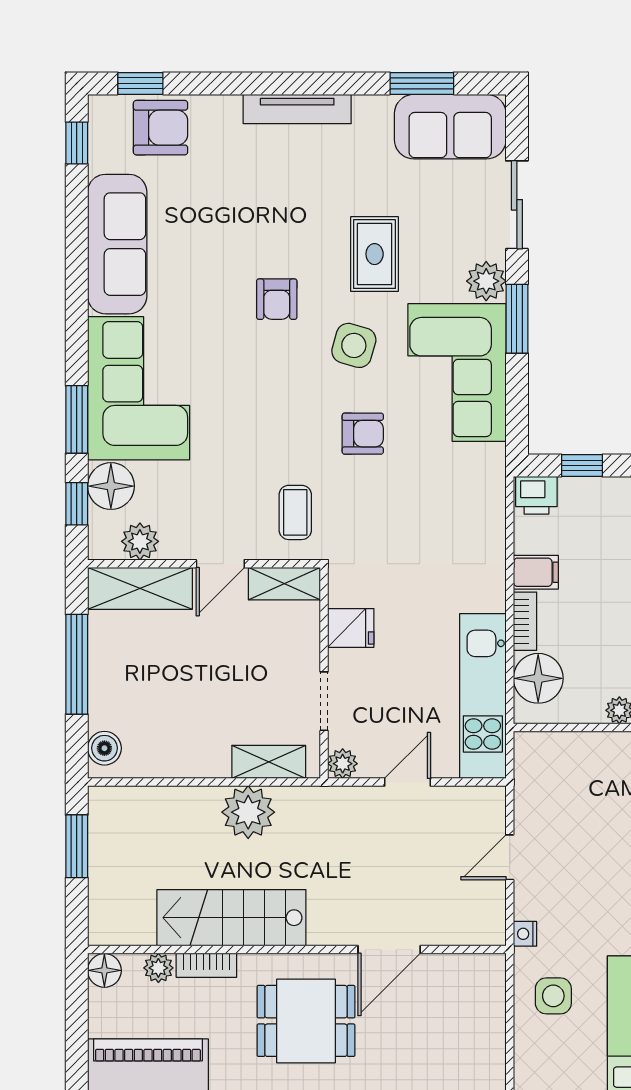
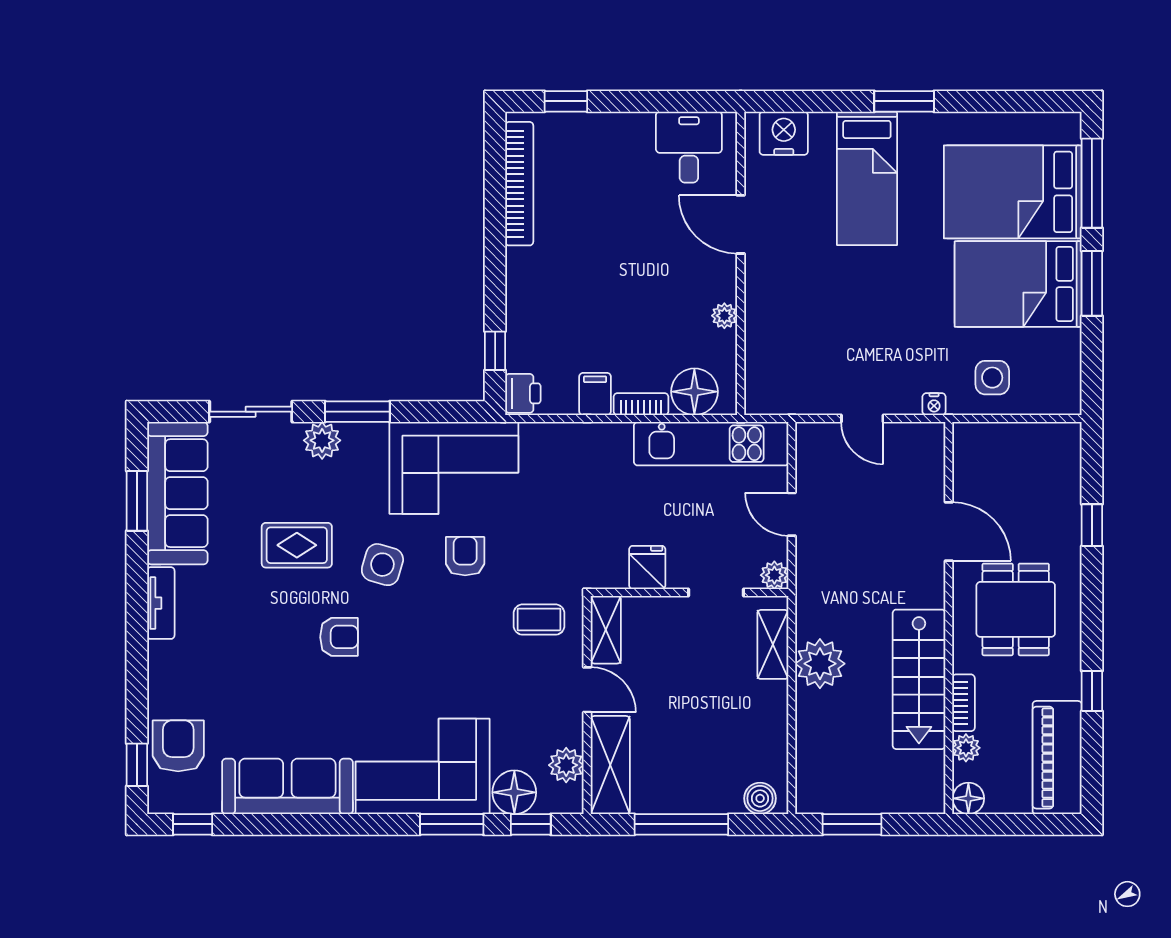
tv unit: (297, 109) -> (161, 603), width x0.71
sofa: (450, 127) -> (177, 493), width x1.36
corner sofa: (457, 372) -> (454, 468), moved

